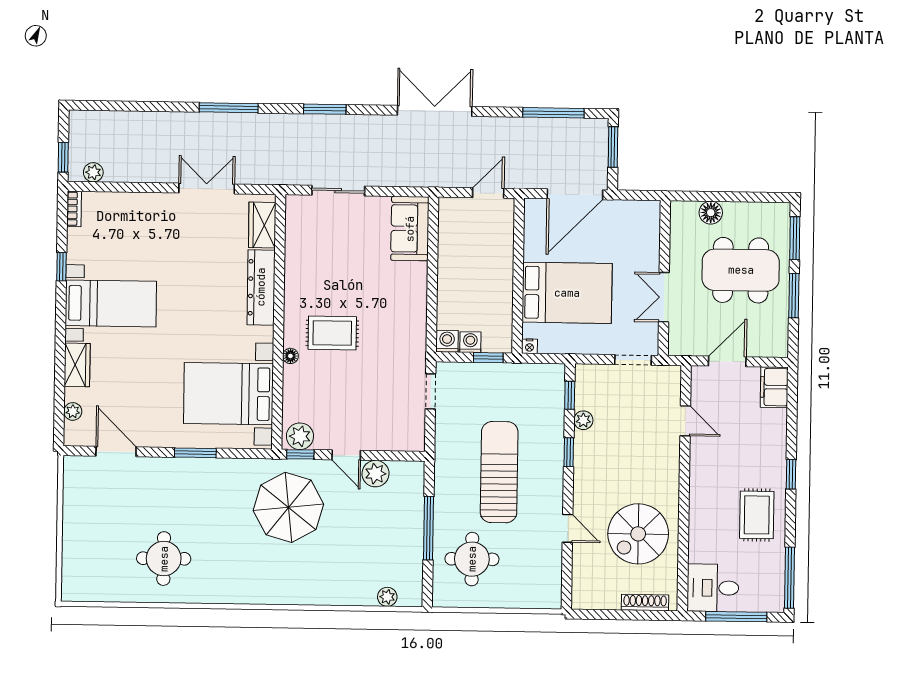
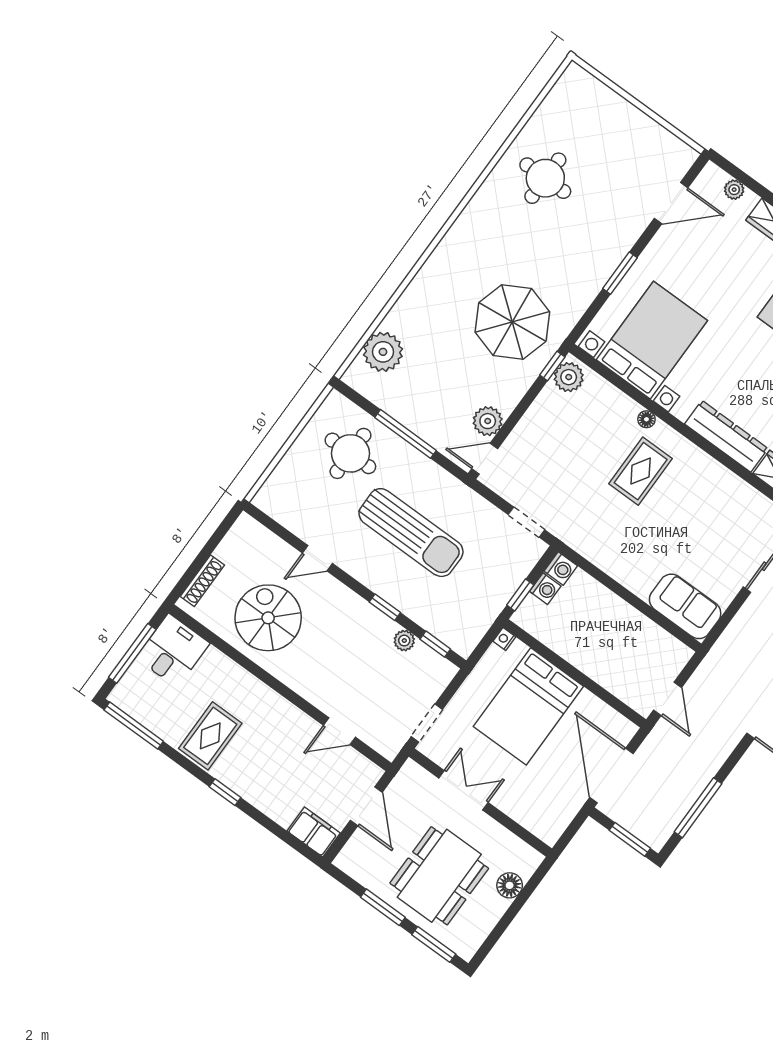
door: (346, 455) -> (485, 459), moved
rug: (757, 515) -> (210, 736), turned 90
plant: (387, 597) -> (383, 352), width x1.88, depth x1.88

